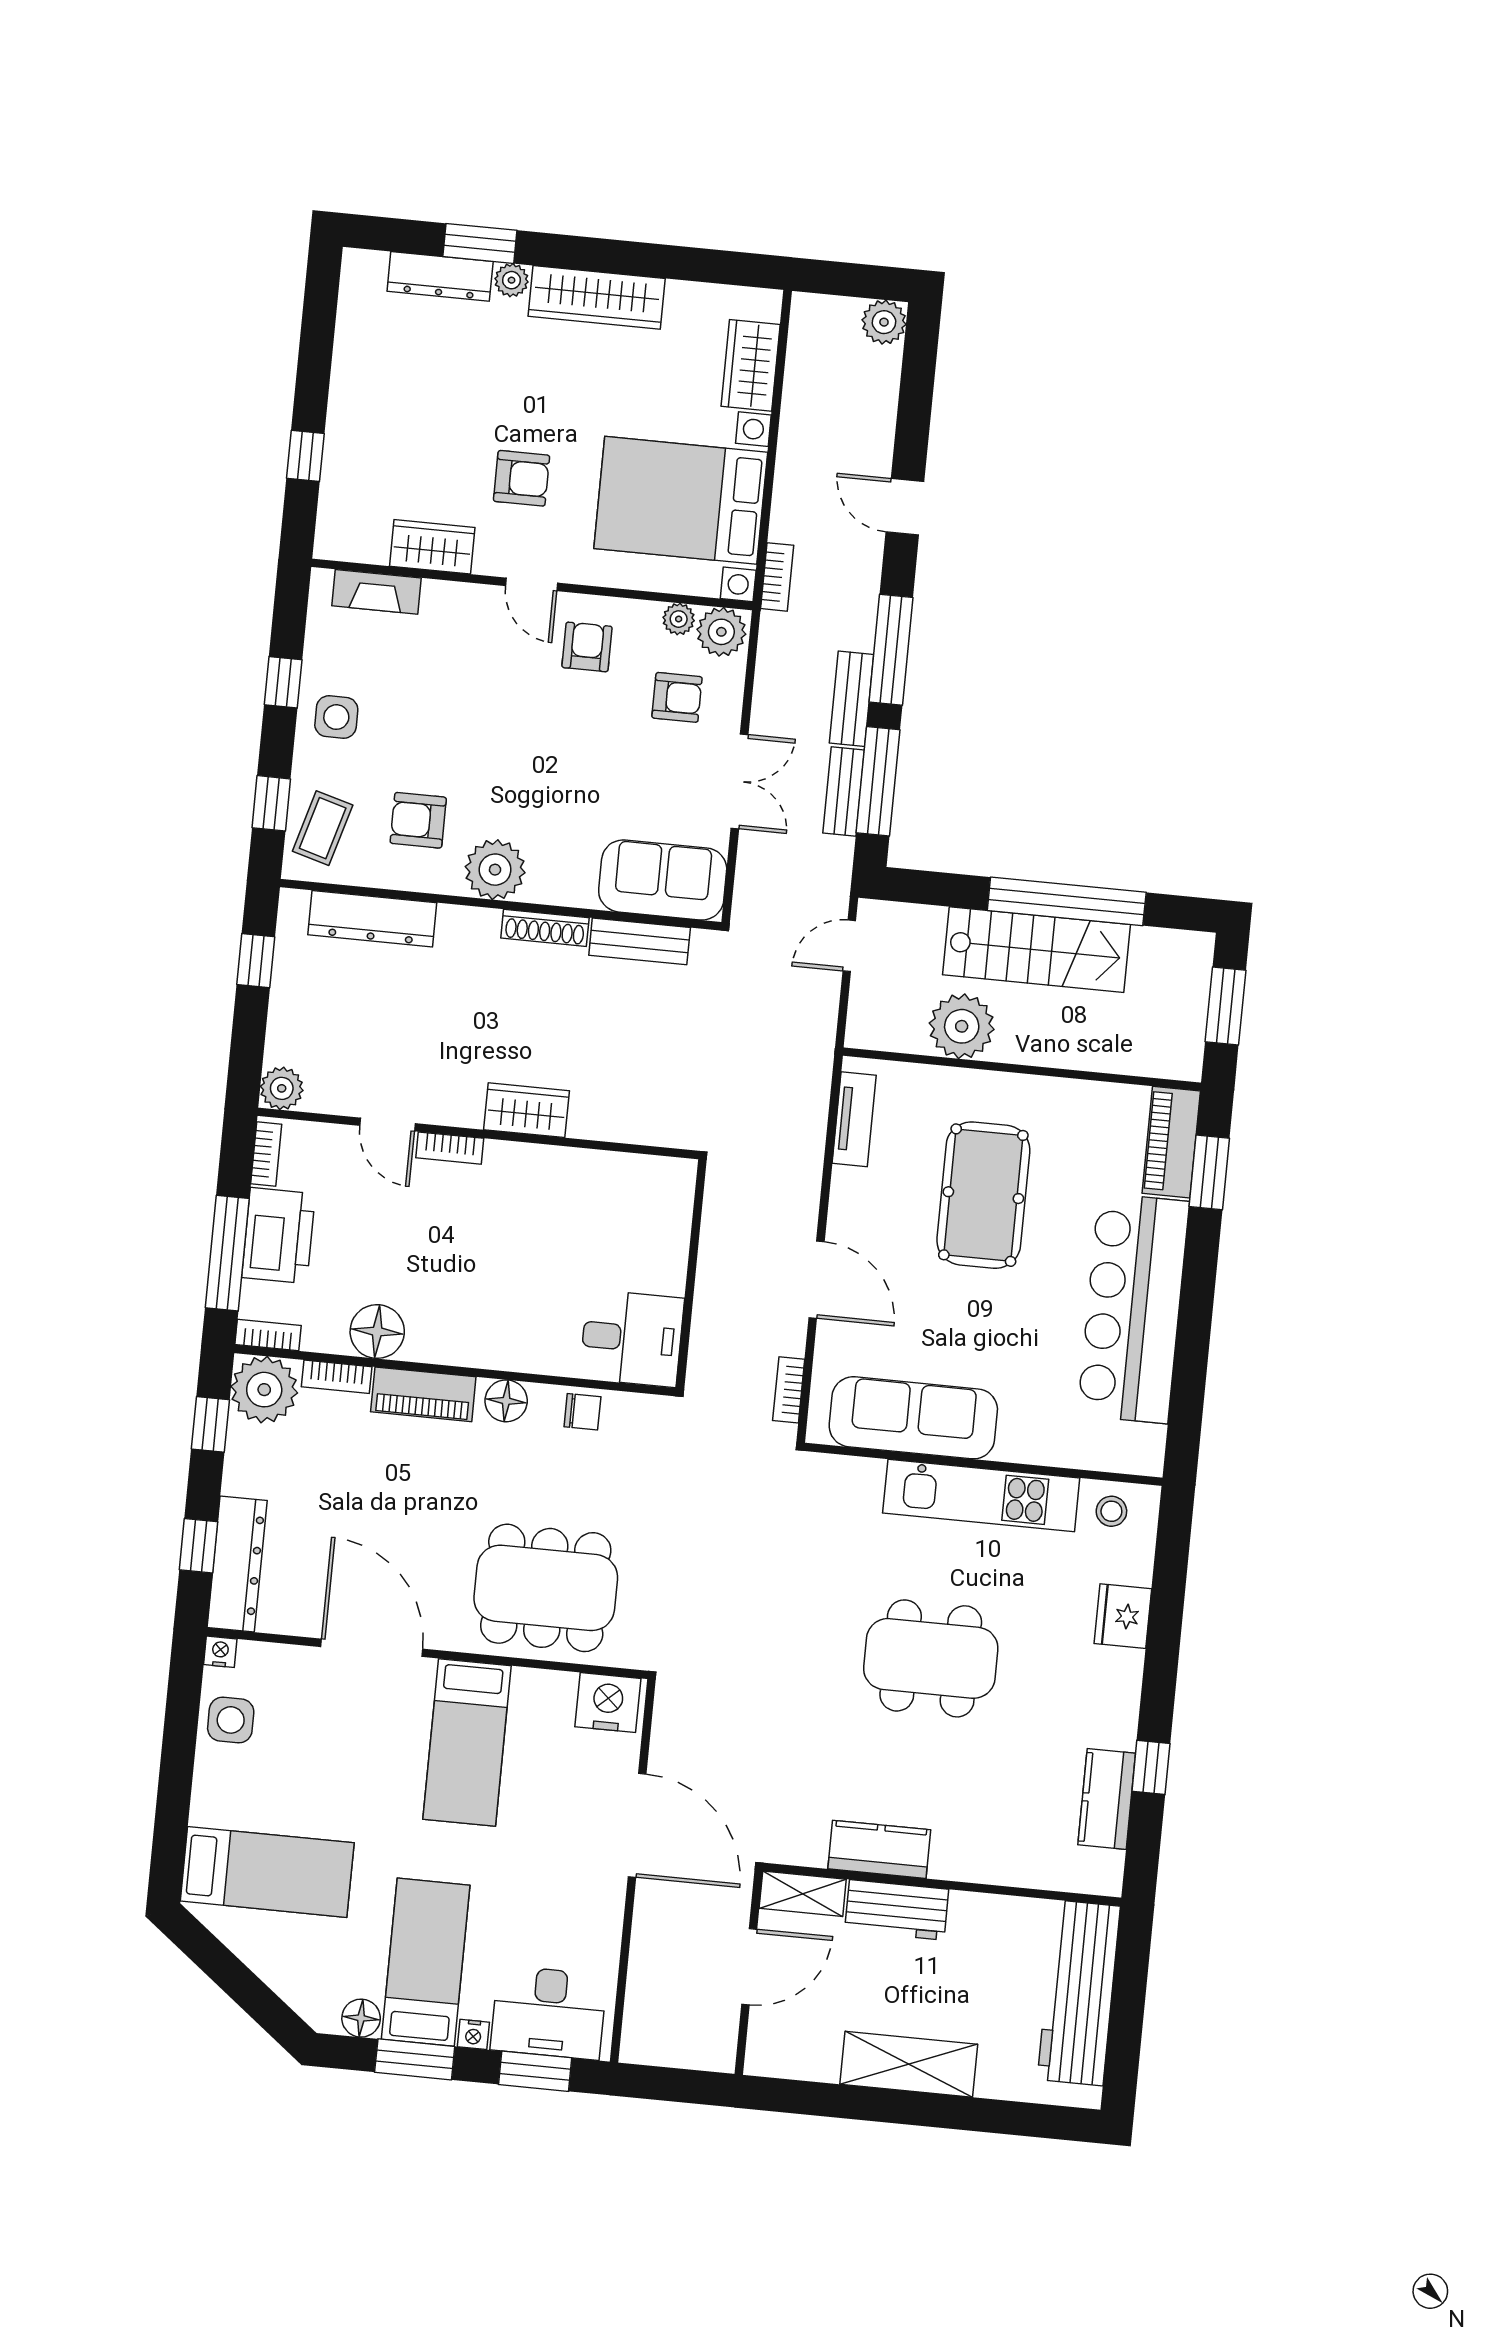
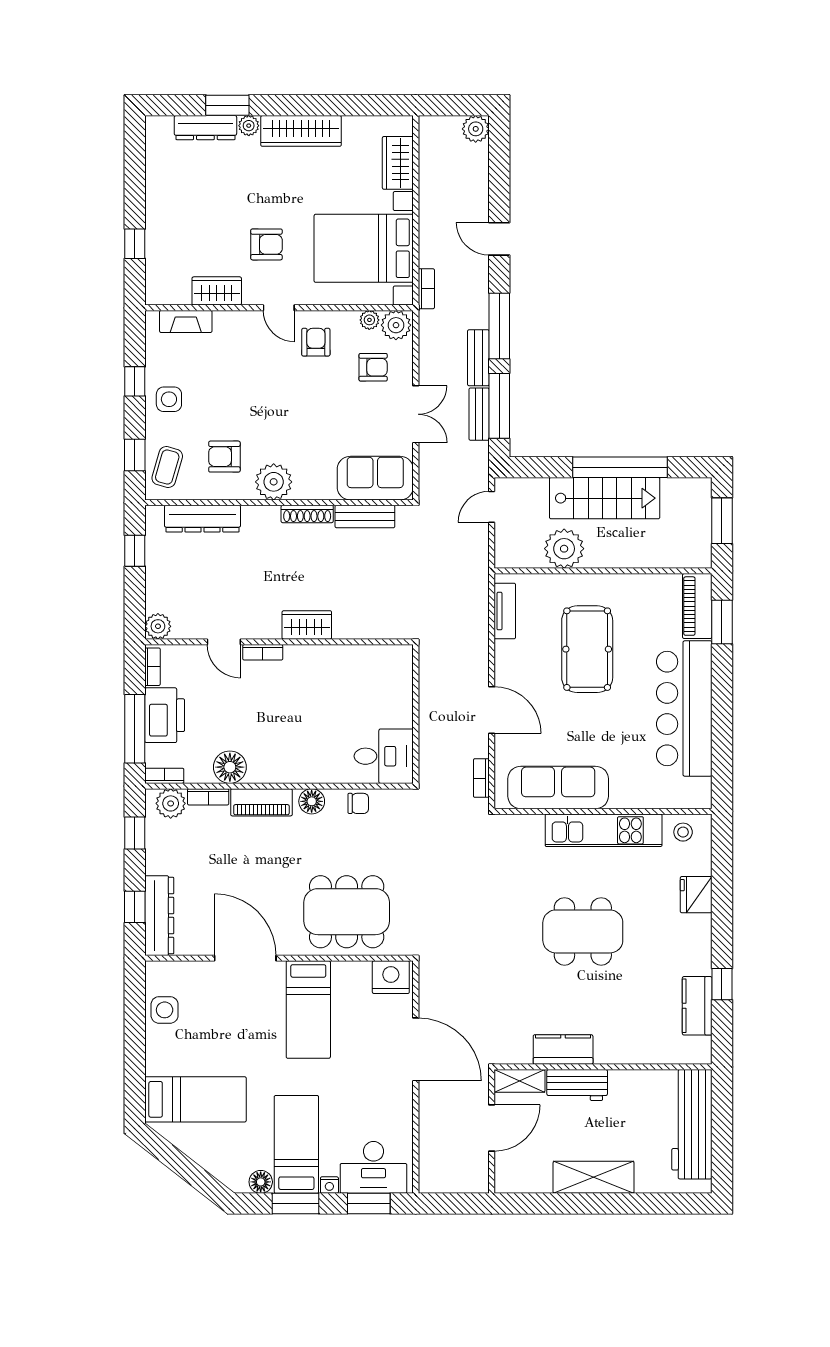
plant: (264, 1390) -> (171, 803), width x0.73, depth x0.73
nightstand: (220, 1652) -> (154, 969), removed

